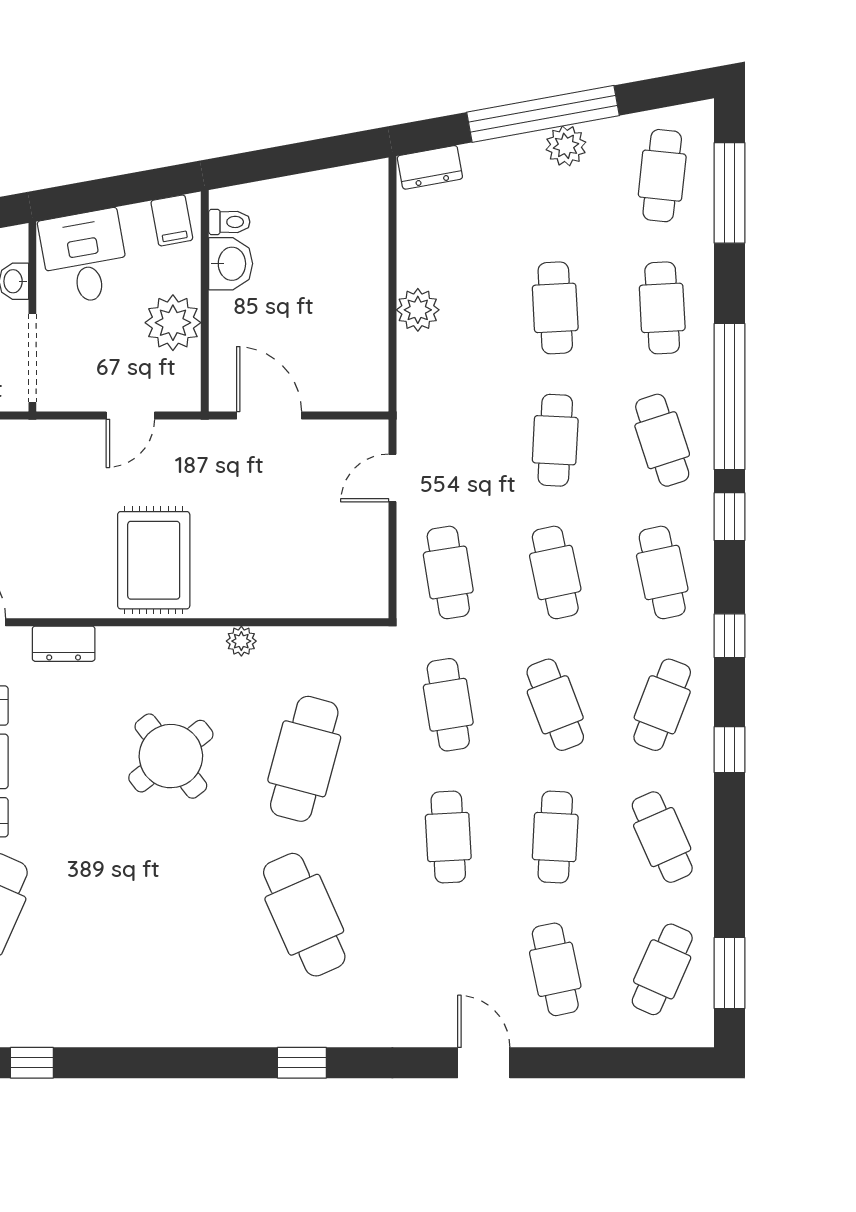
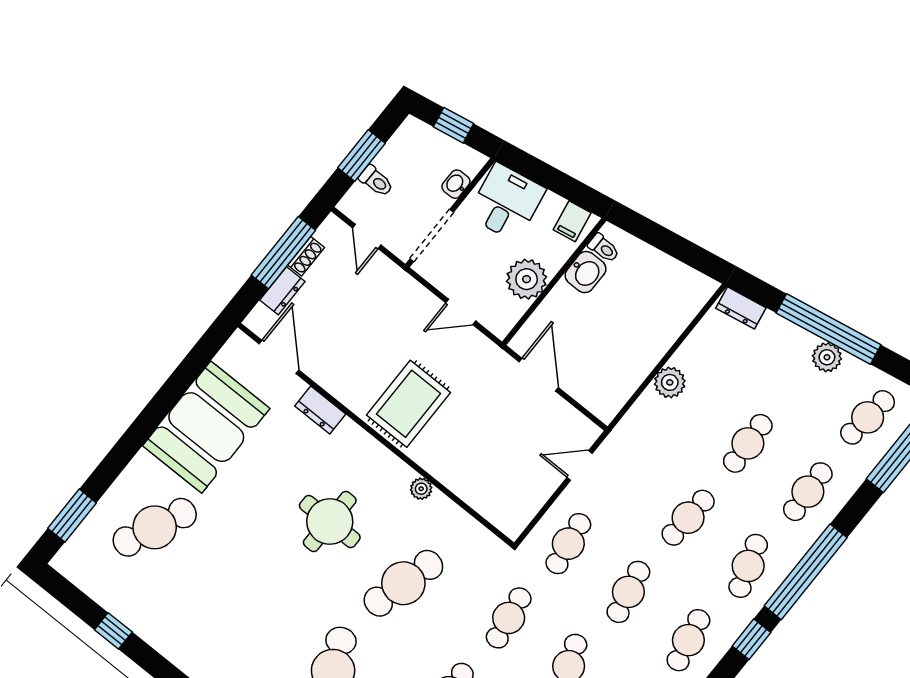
round table: (171, 756) -> (330, 522), turned 38

